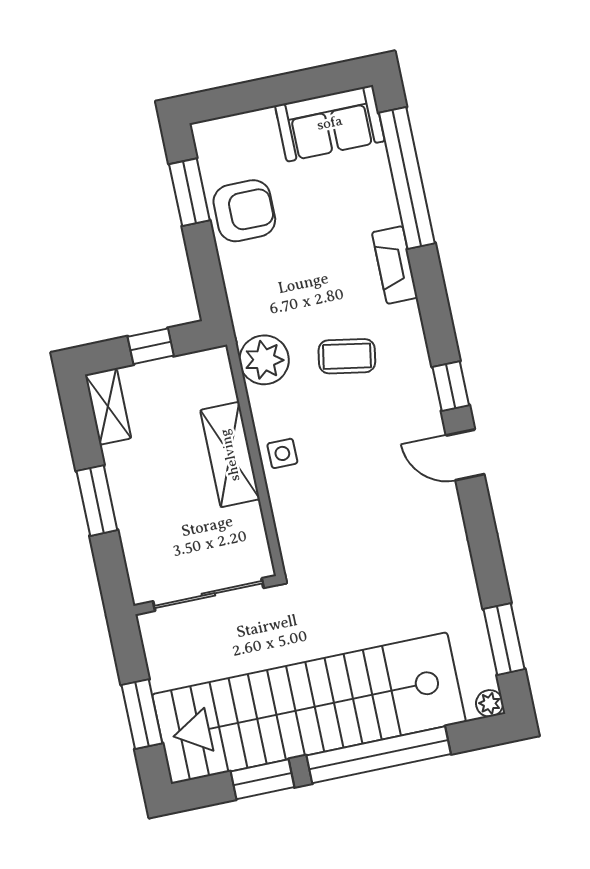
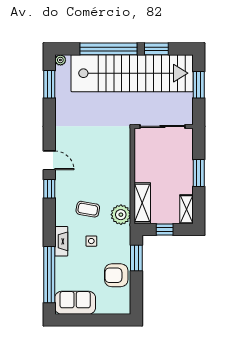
window: (189, 192) -> (136, 258), moved
side table: (282, 453) -> (91, 241), moved
shelving: (230, 455) -> (142, 203), moved

